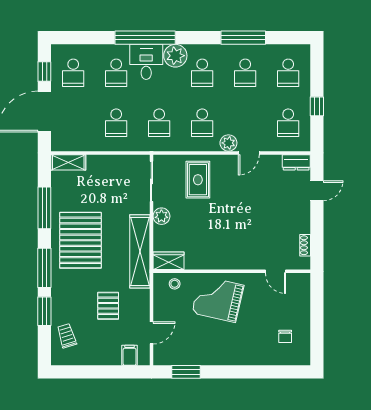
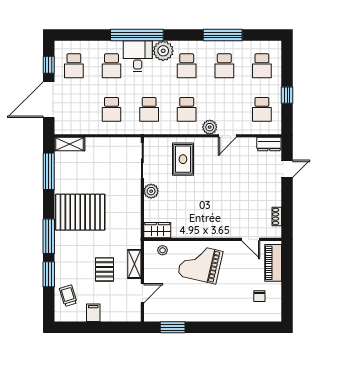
window: (44, 208) -> (49, 171), moved
pallet: (80, 240) -> (80, 212), turned 90
shelving: (140, 251) -> (134, 264), moved, width x0.45, depth x0.75
piano: (301, 298) -> (273, 263), added
filing cabinet: (130, 355) -> (93, 313), moved

